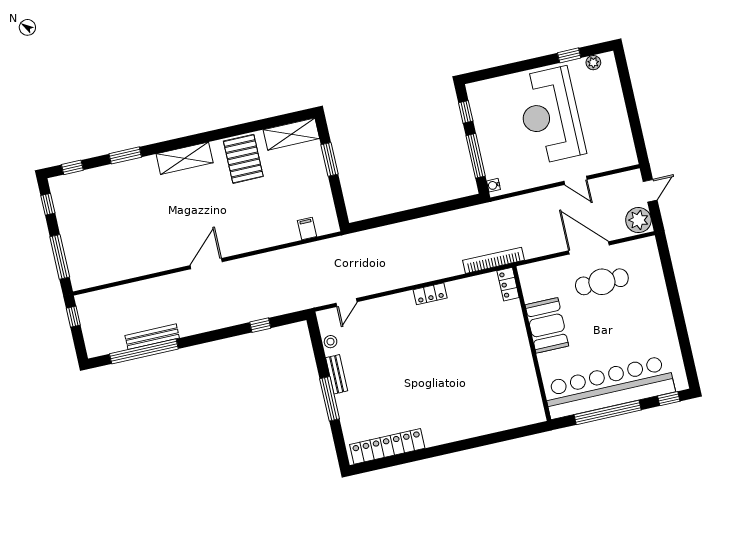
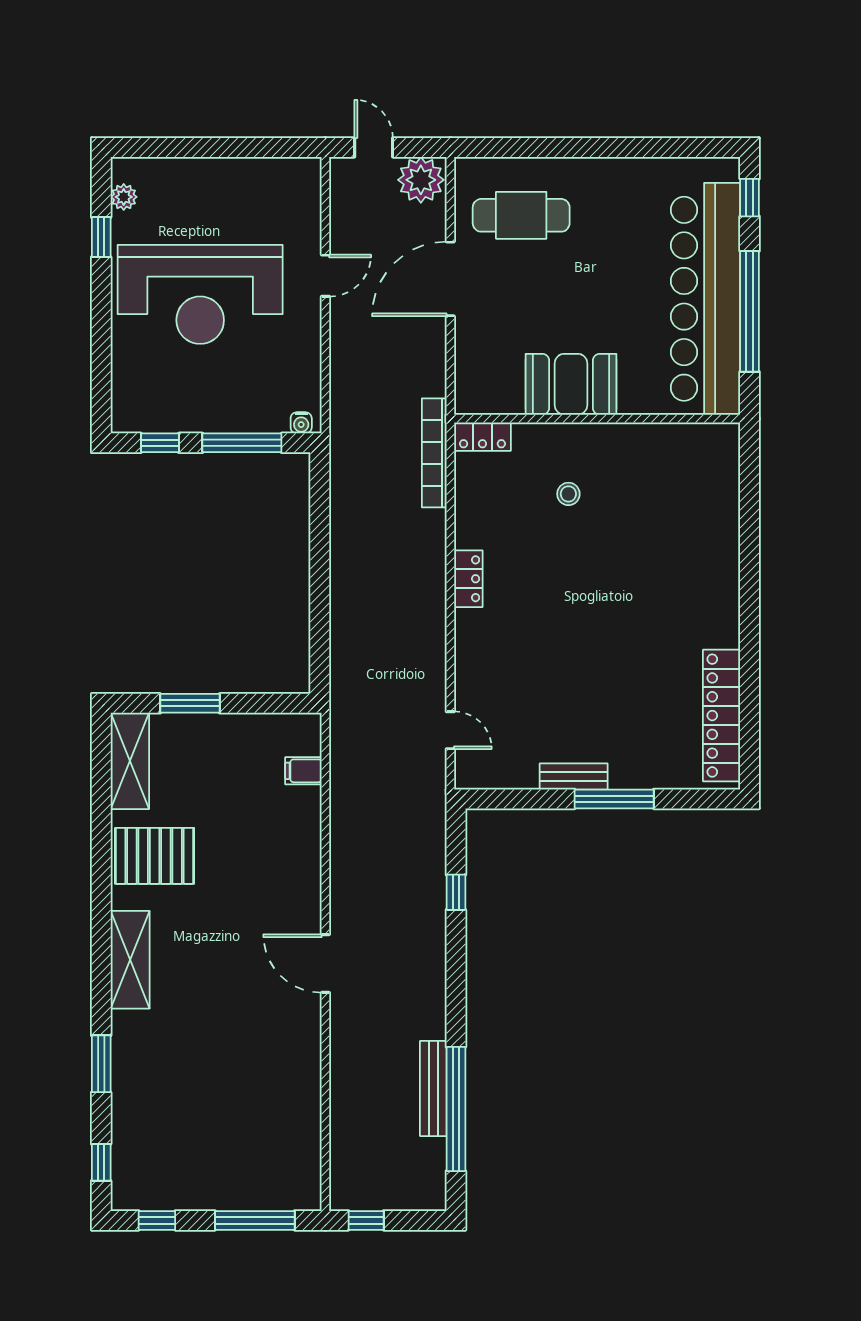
cafe table: (602, 282) -> (521, 215), moved, turned 90
stool: (331, 342) -> (568, 494), moved

